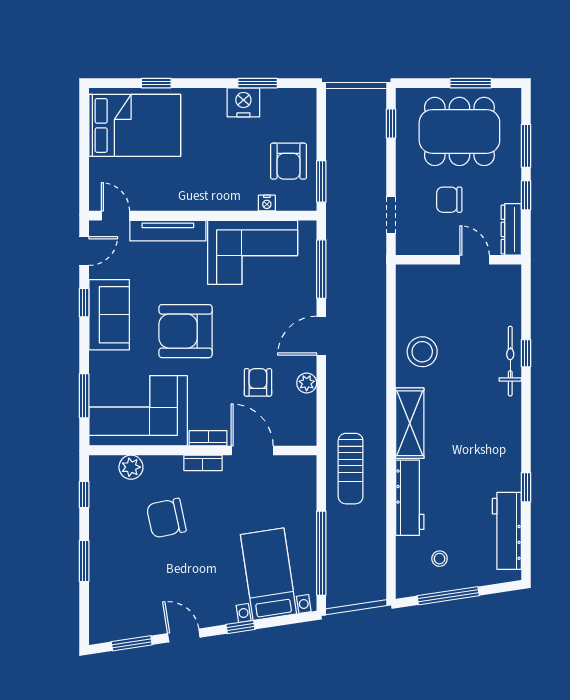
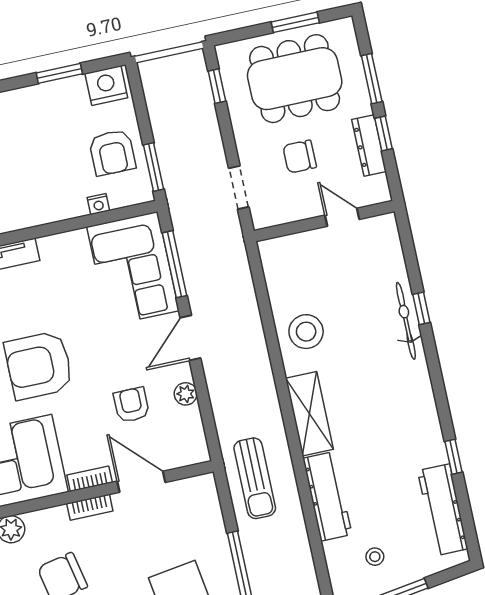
nightstand: (243, 102) -> (106, 86), moved
dresser: (511, 229) -> (369, 145), moved
corner sofa: (253, 252) -> (133, 269), moved, turned 90

